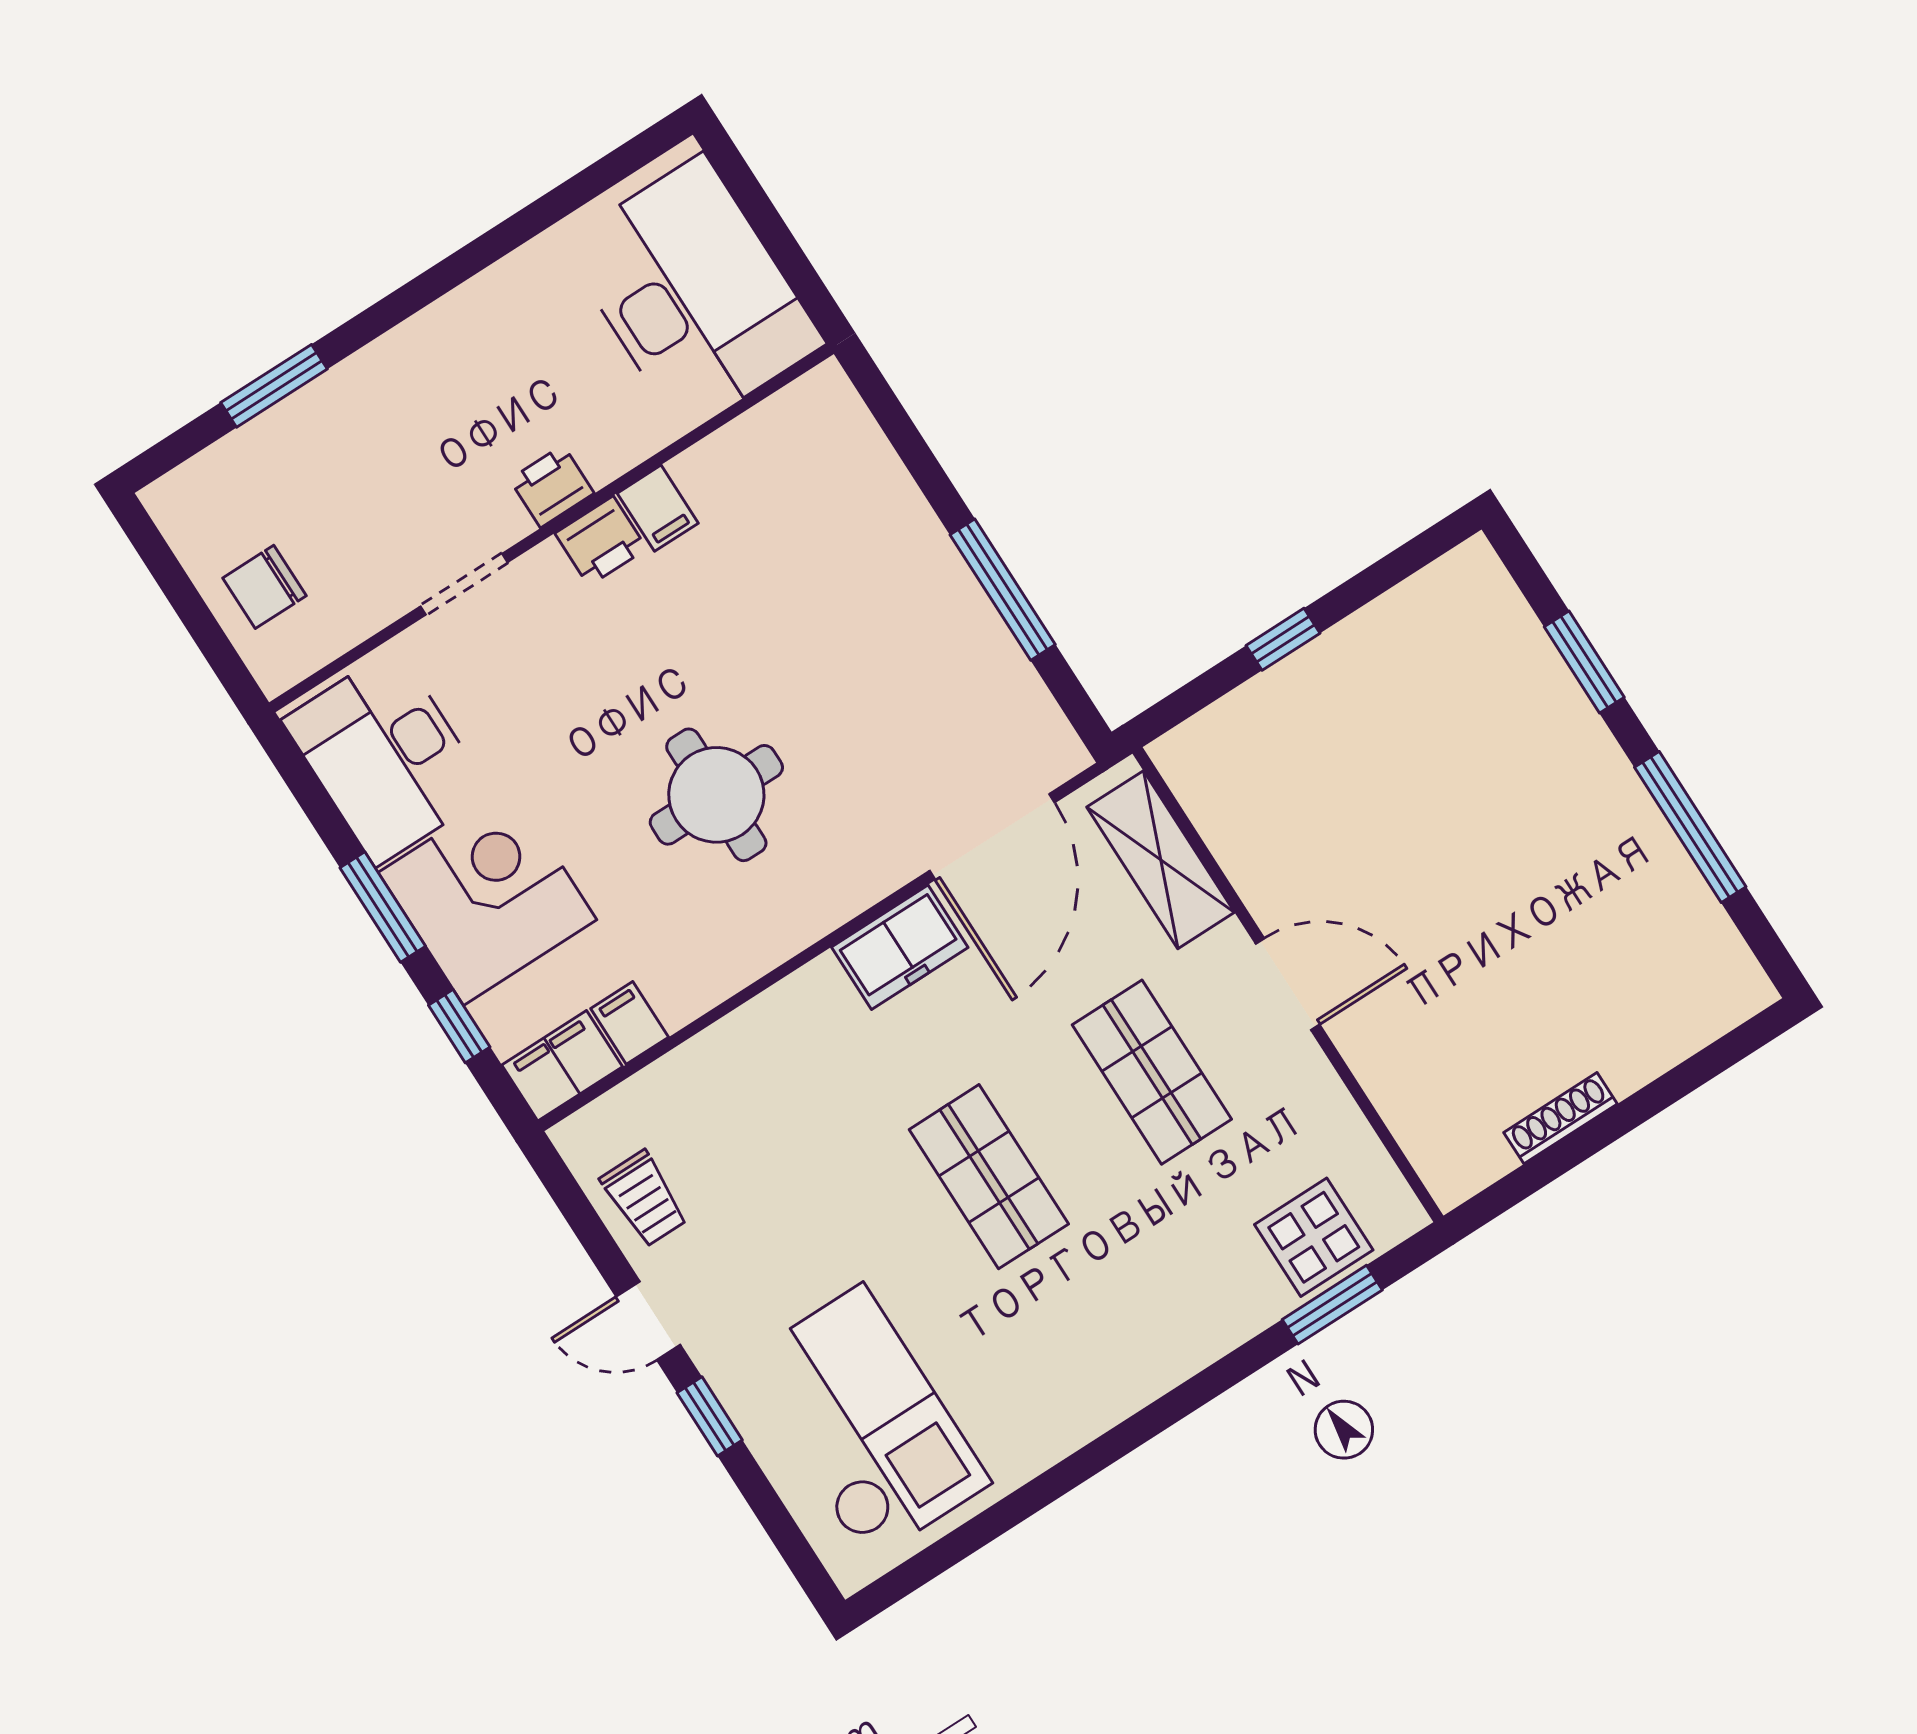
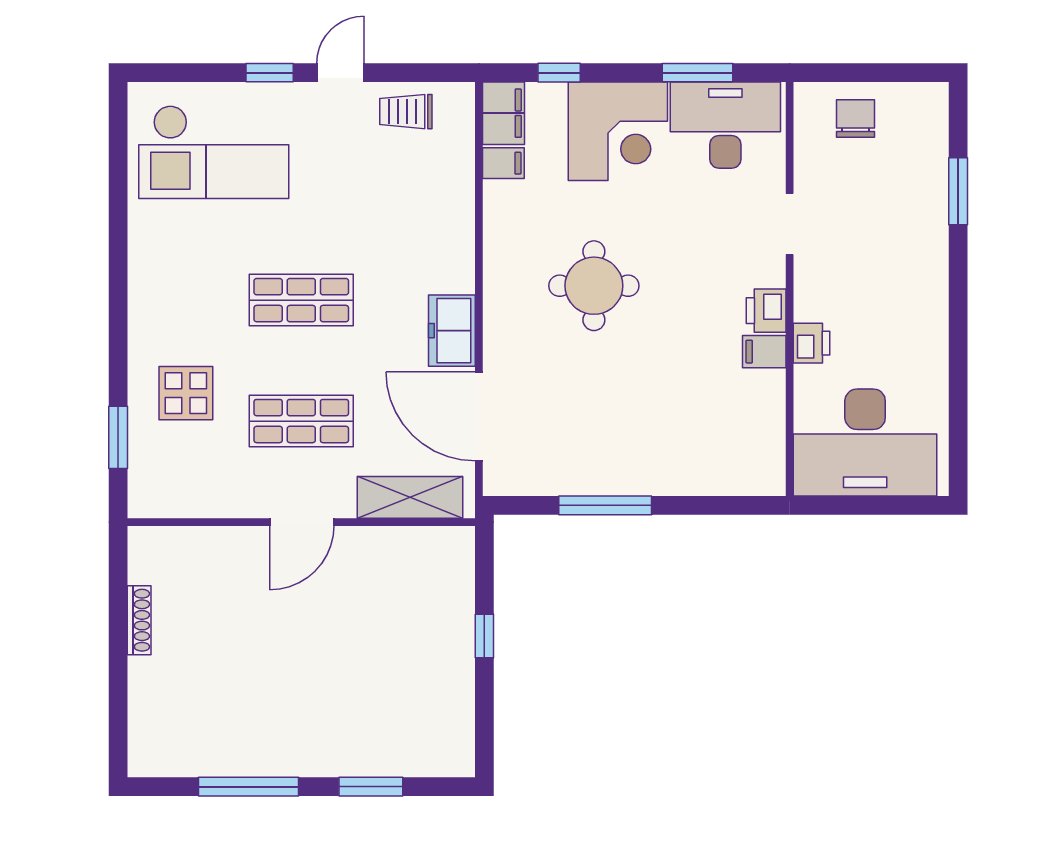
printer: (552, 486) -> (812, 343), moved
window: (383, 907) -> (697, 73), moved
display table: (1314, 1237) -> (186, 393), moved

